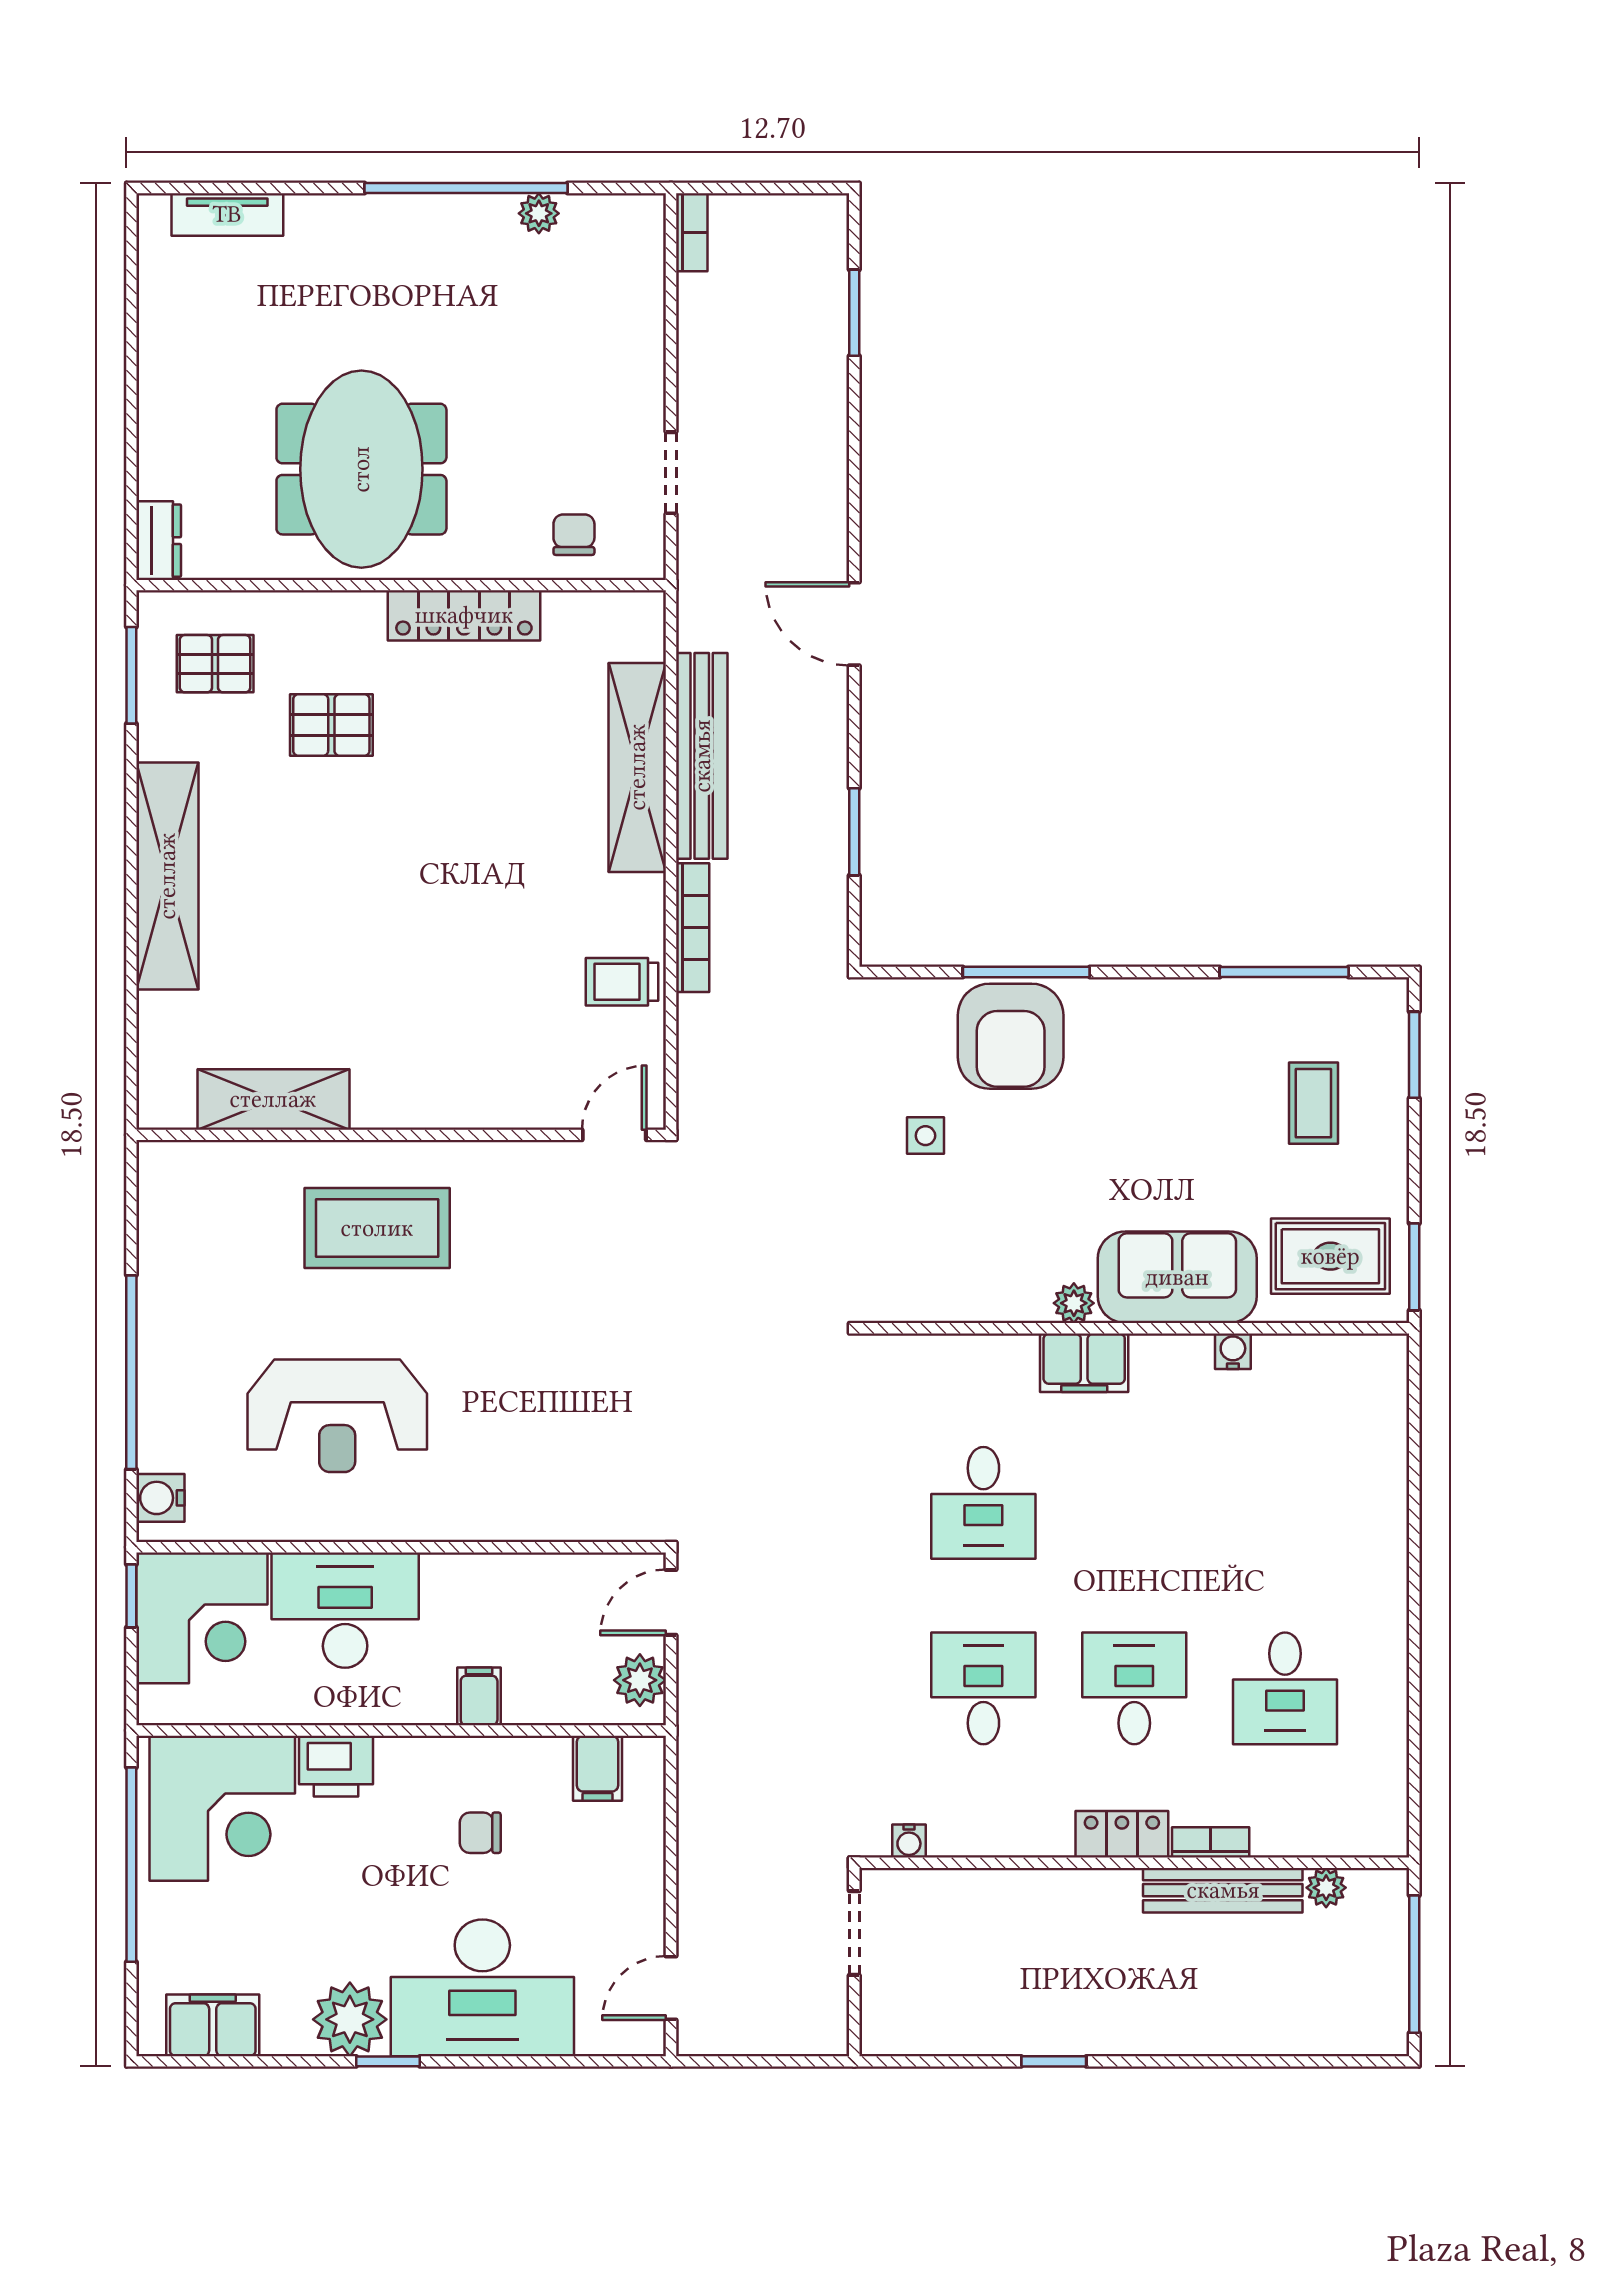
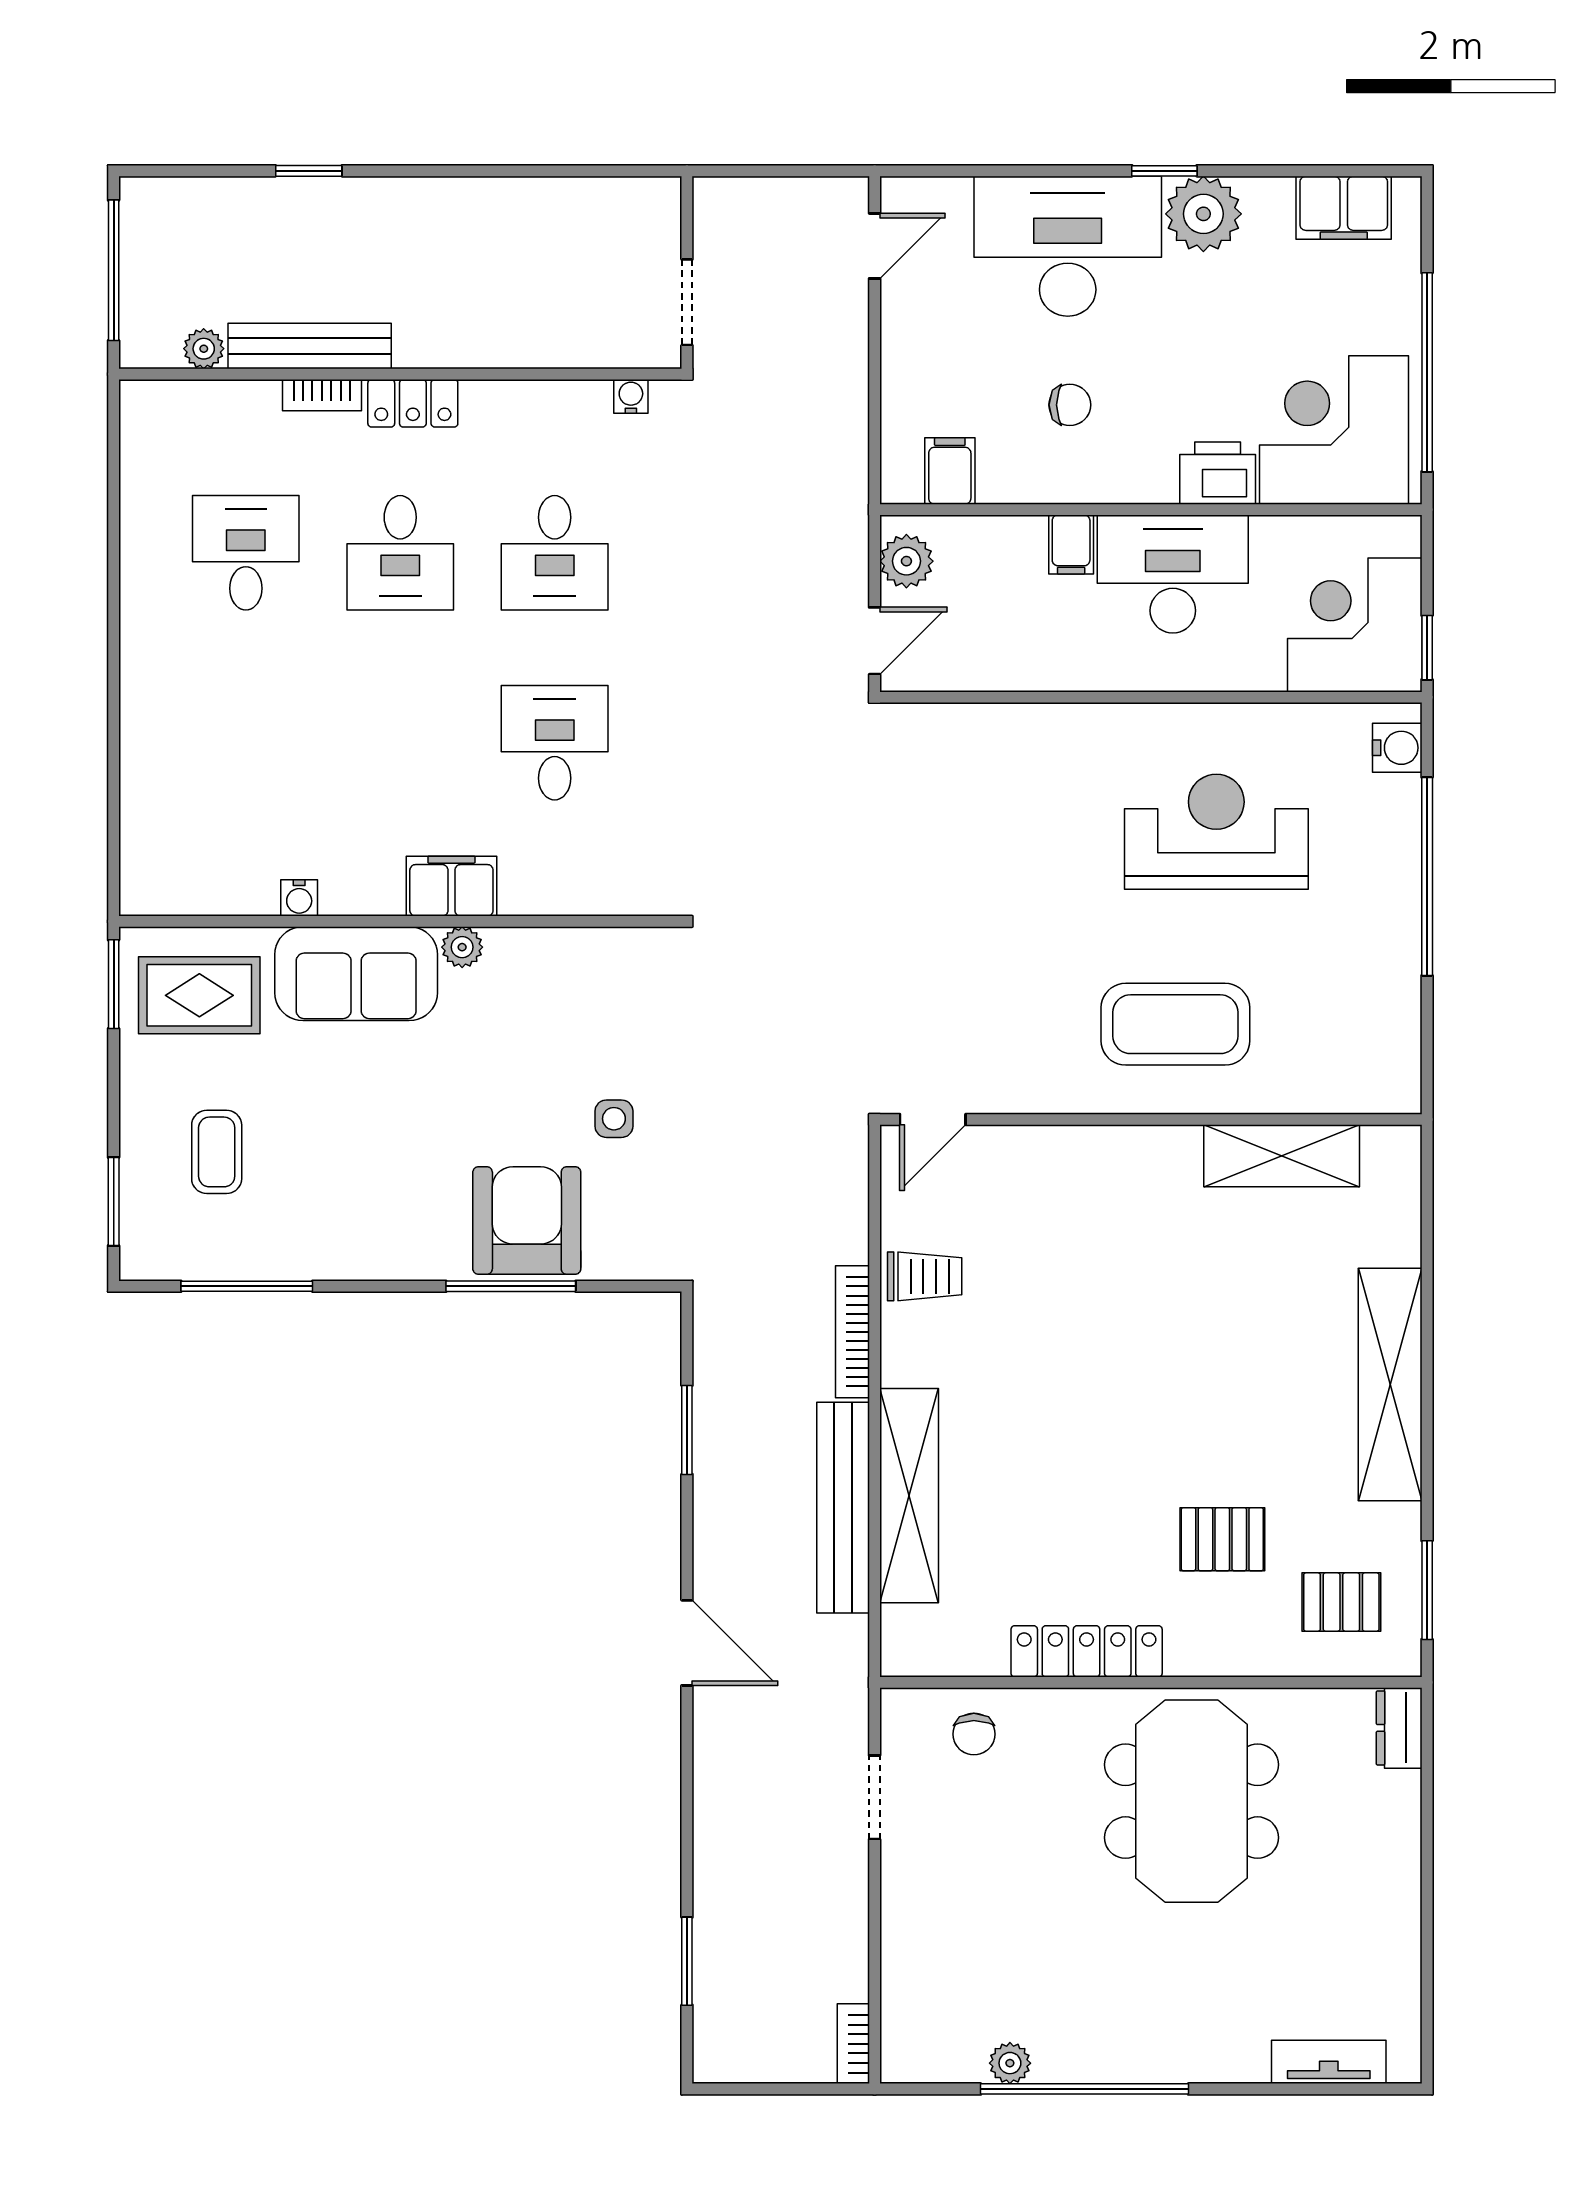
desk: (345, 1610) -> (1173, 574), moved, turned 180
window: (1054, 2061) -> (309, 171), moved

